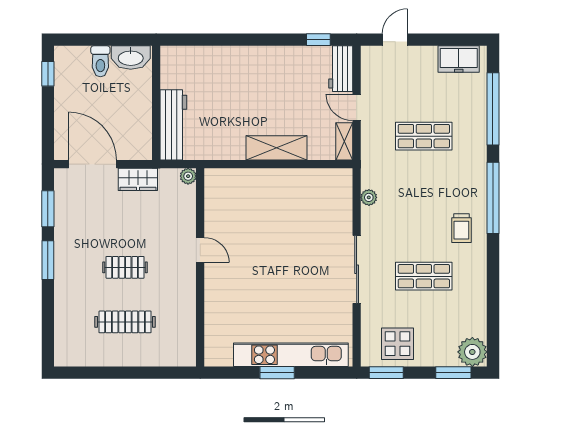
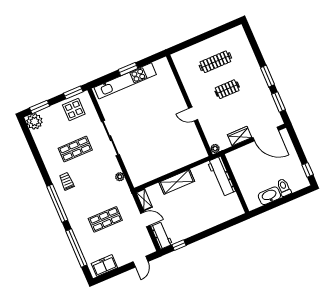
wall: (156, 103) -> (235, 184), moved
workbench: (173, 125) -> (221, 176), moved

